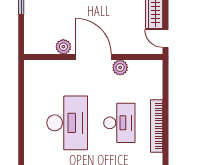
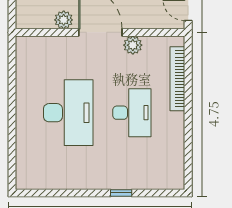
bookcase: (157, 126) -> (177, 79), moved

